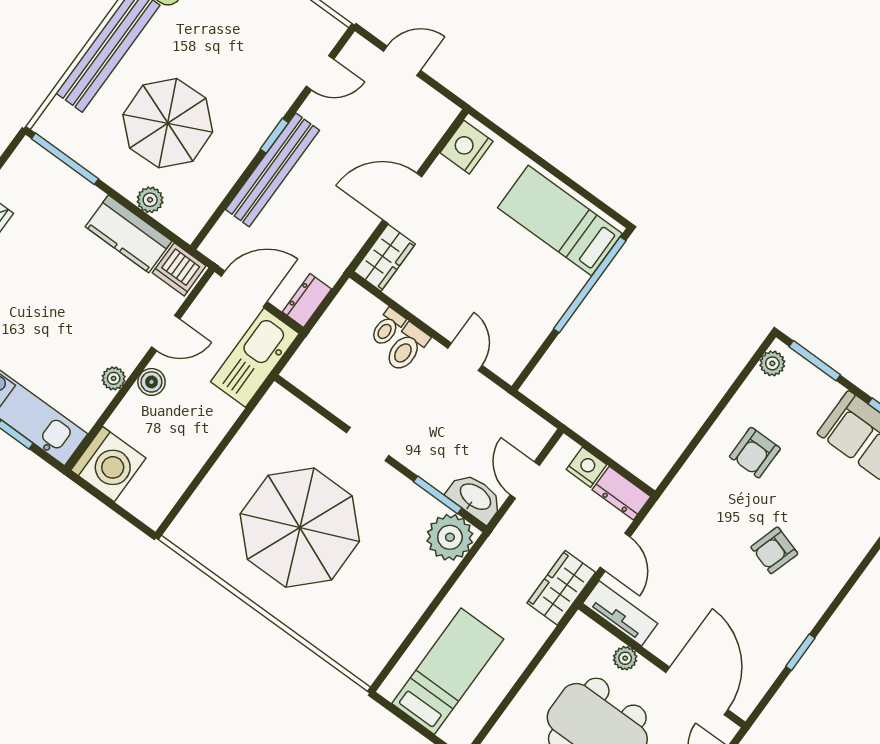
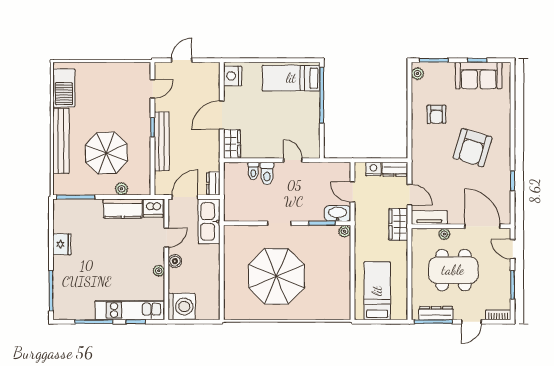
plant: (450, 537) -> (345, 231), width x0.53, depth x0.53
armchair: (774, 550) -> (473, 148), width x1.88, depth x1.88

